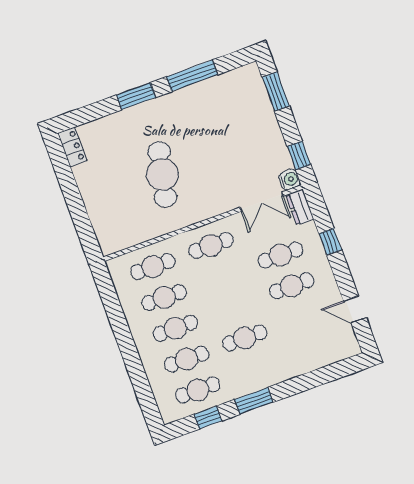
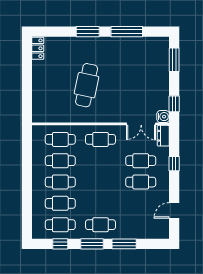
door: (355, 309) -> (174, 210), hinge flipped
cafe table: (245, 338) -> (101, 225), moved
window: (300, 384) -> (124, 244), added

